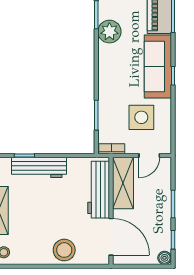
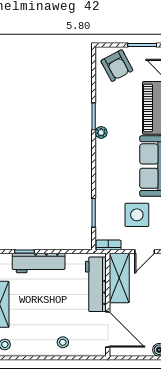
plant: (109, 32) -> (101, 132), width x0.53, depth x0.53
stool: (64, 250) -> (63, 342), width x0.53, depth x0.53

